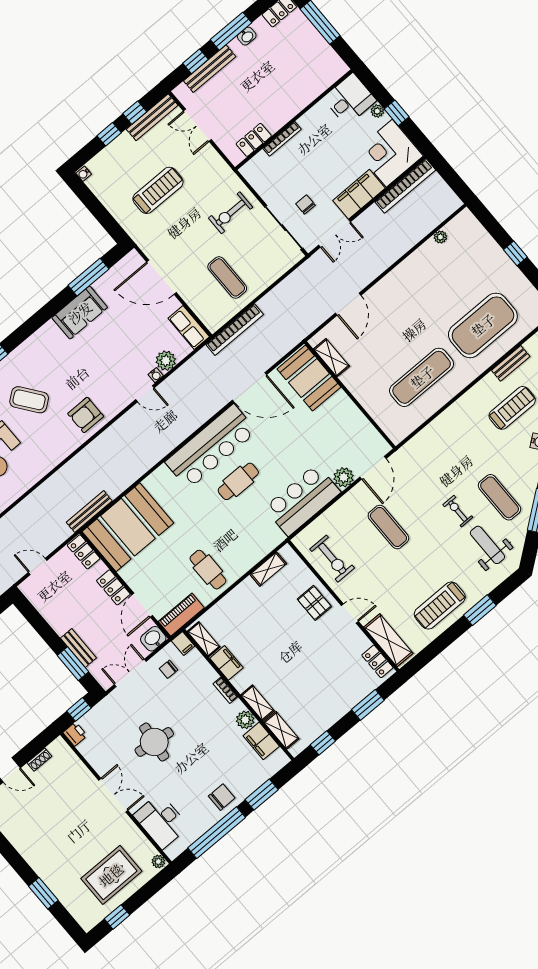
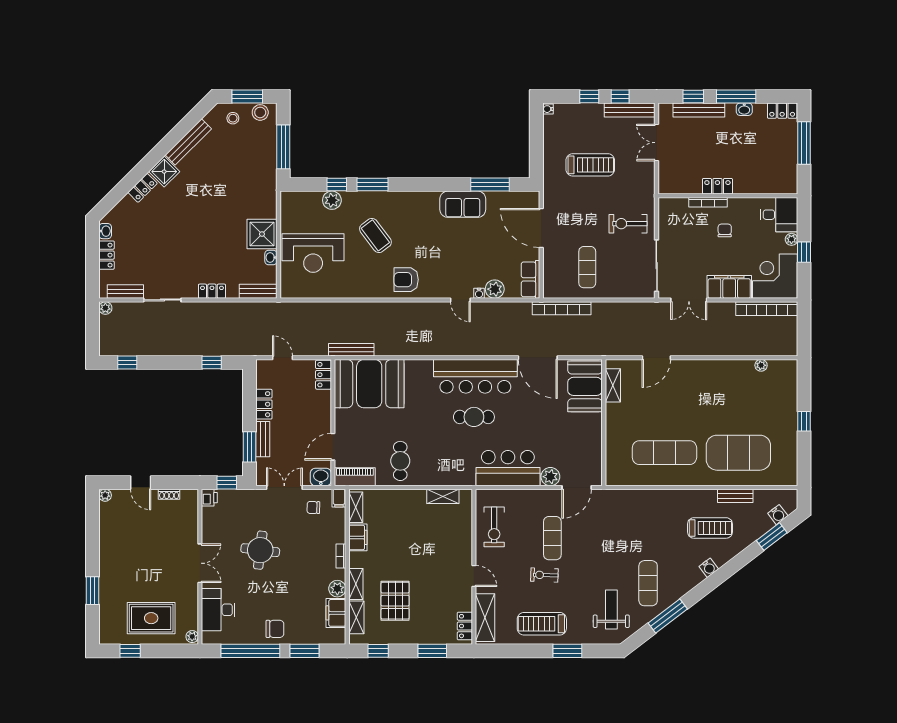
locker: (254, 140) -> (717, 186), moved
chair: (306, 204) -> (725, 230), moved
exercise bike: (458, 511) -> (544, 575), moved, turned -88
locker: (113, 587) -> (264, 404), moved, turned 180
pallet: (314, 603) -> (395, 601), moved, width x1.50, depth x1.42

